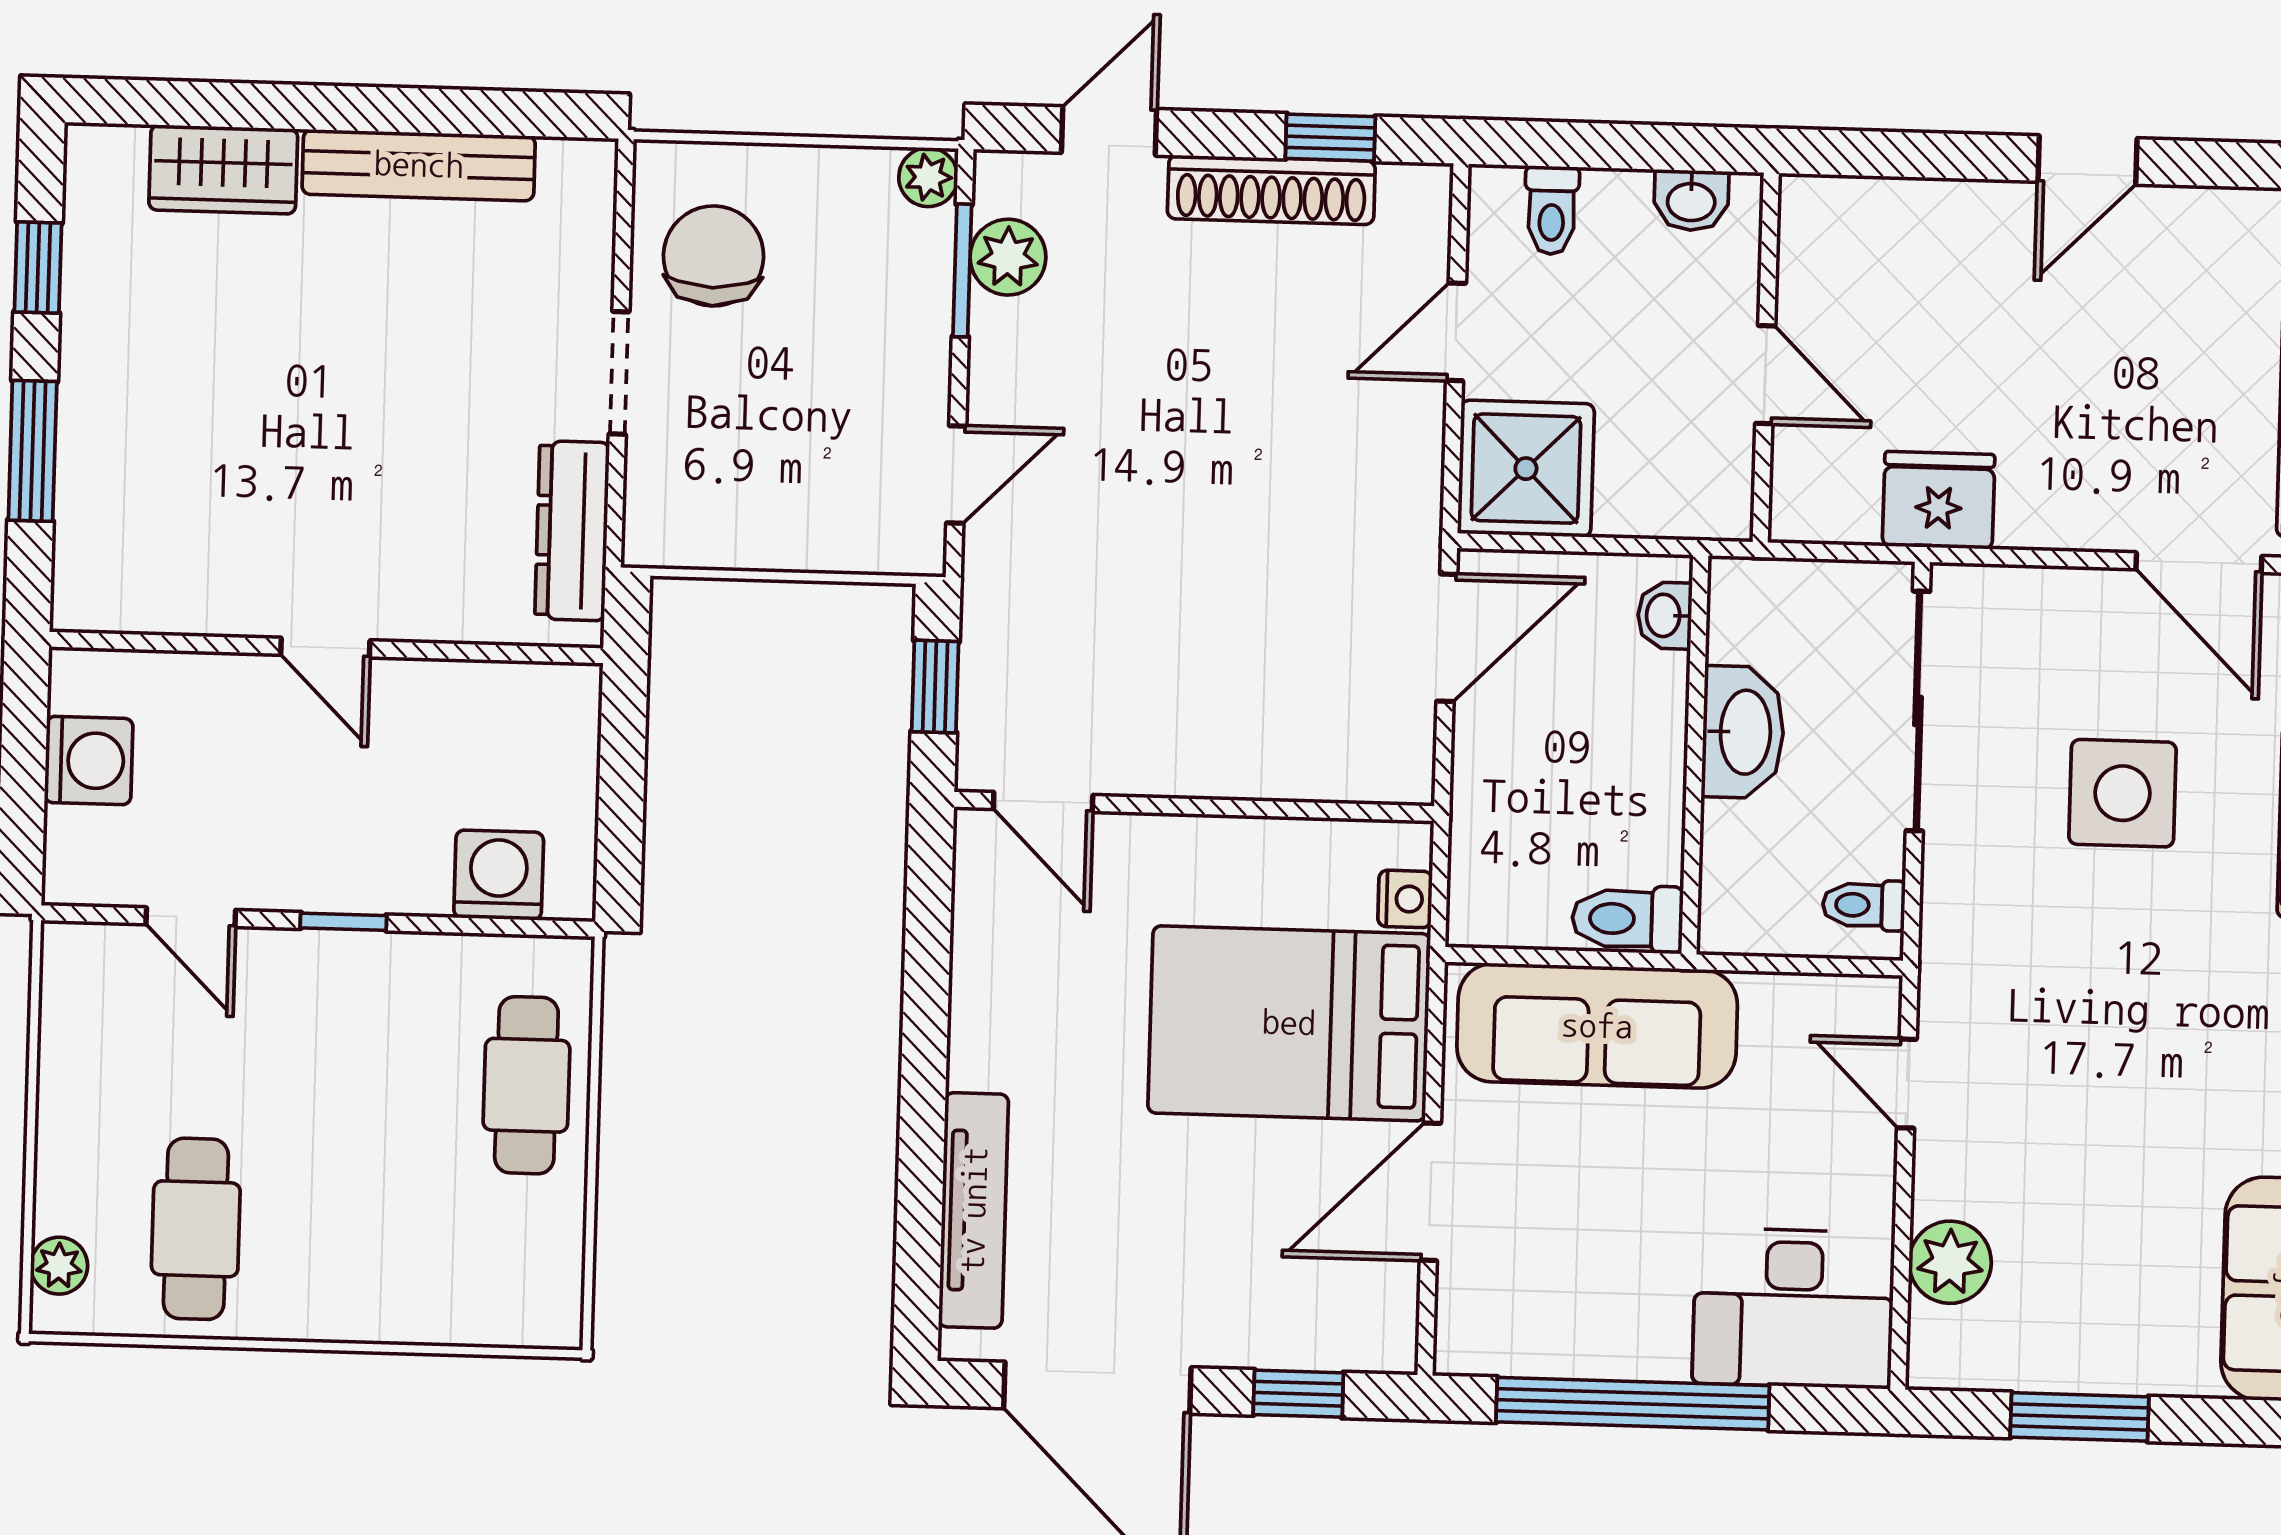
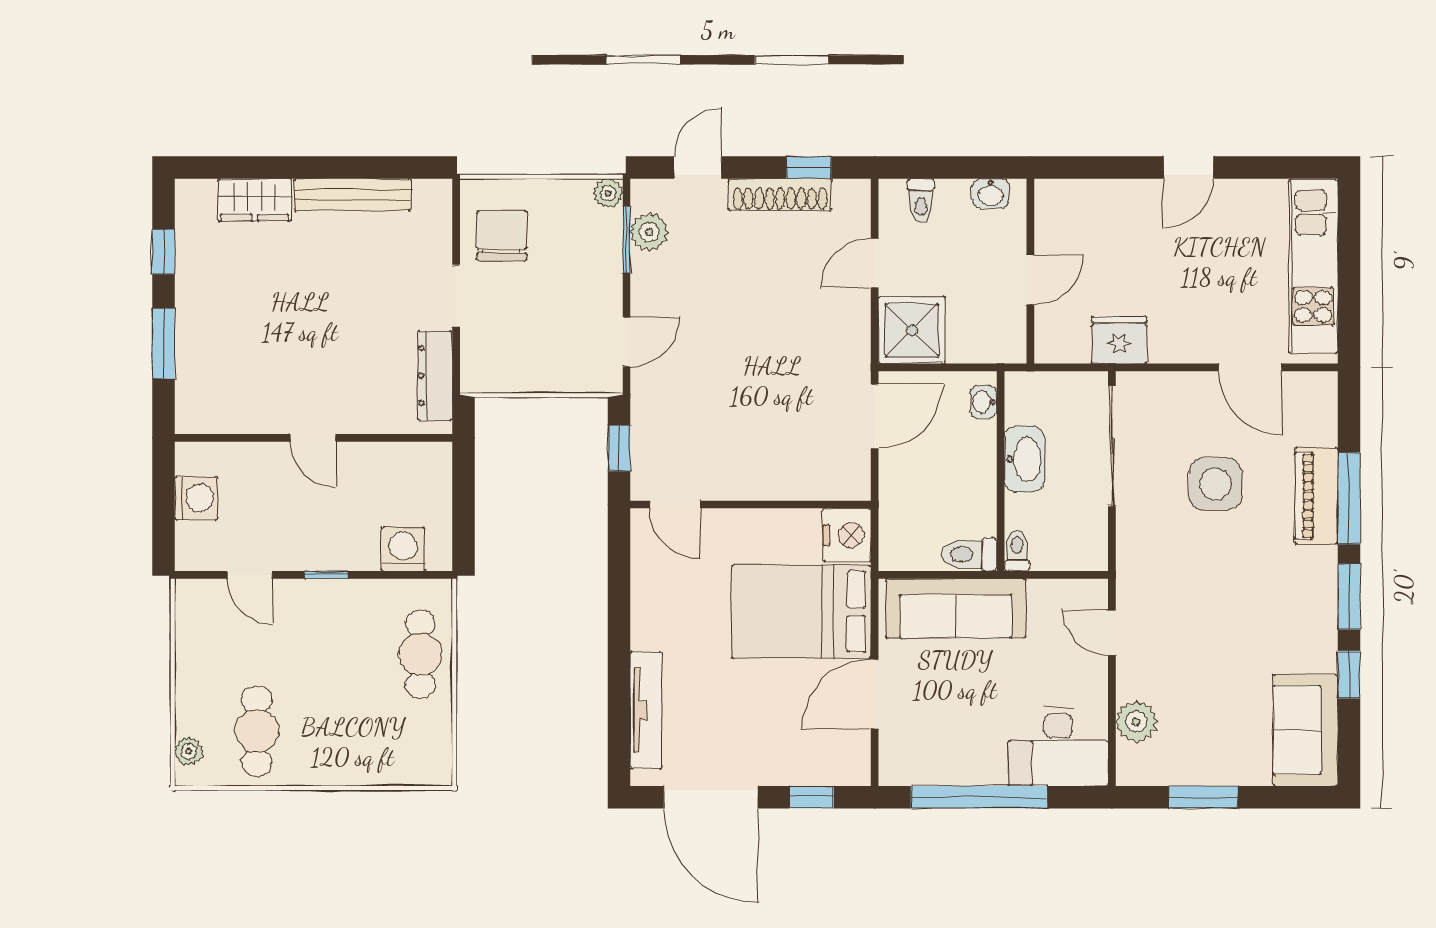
door: (1765, 375) -> (1030, 280), hinge flipped
nightstand: (1405, 899) -> (847, 535), width x1.89, depth x1.79
toilet: (1864, 905) -> (1017, 551), moved, turned 90

